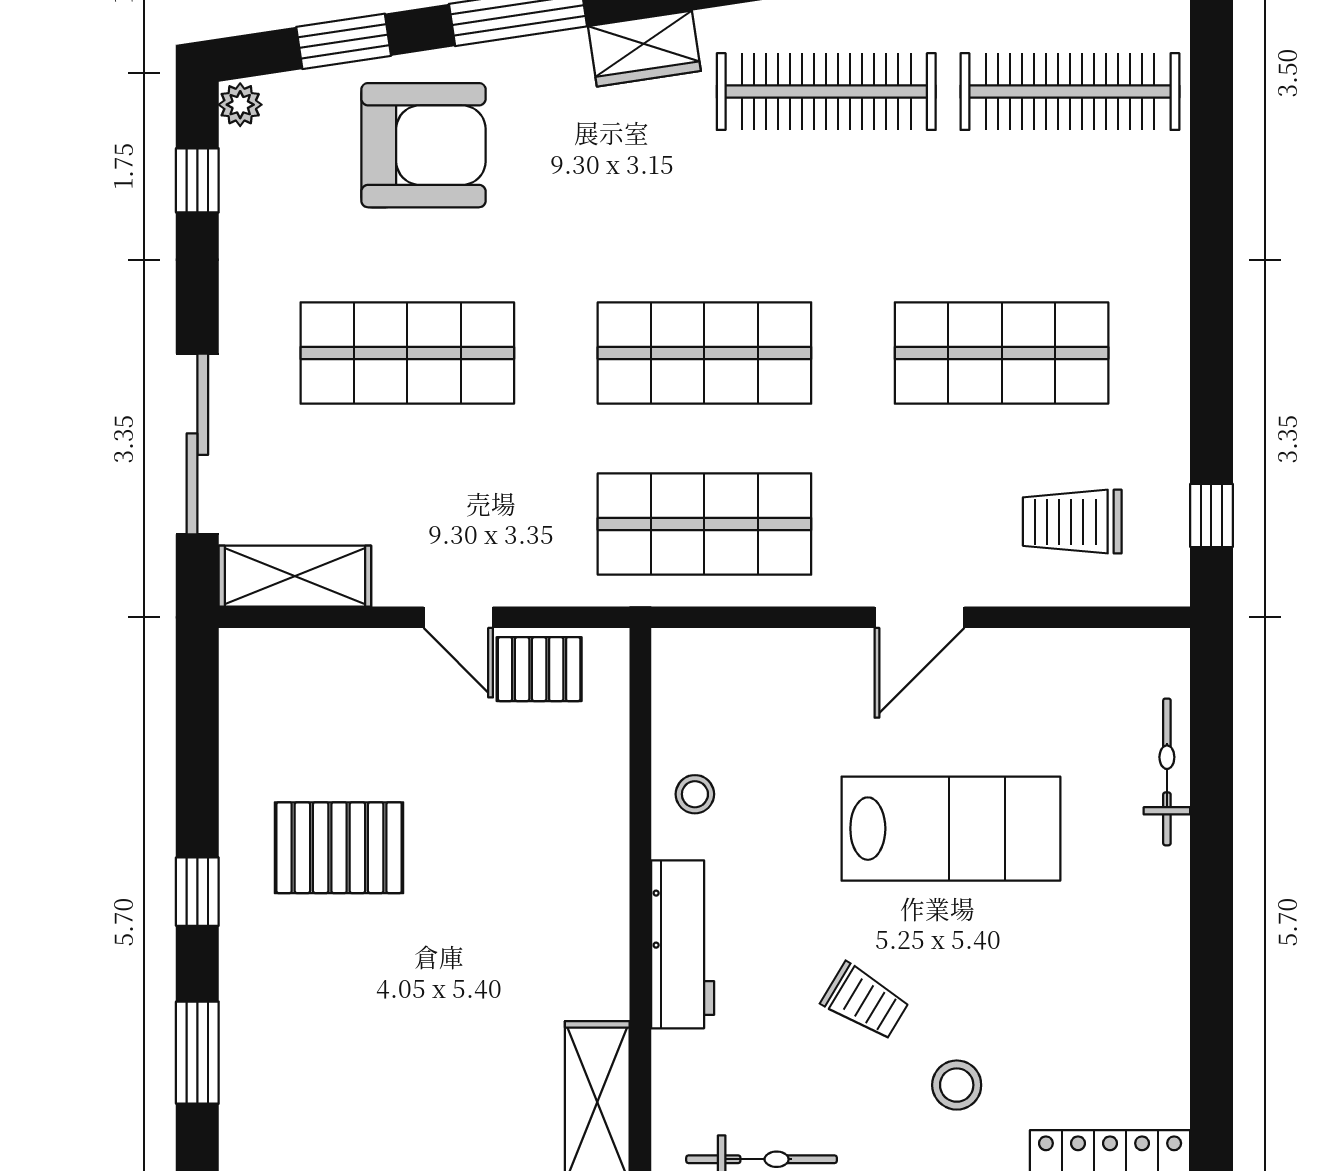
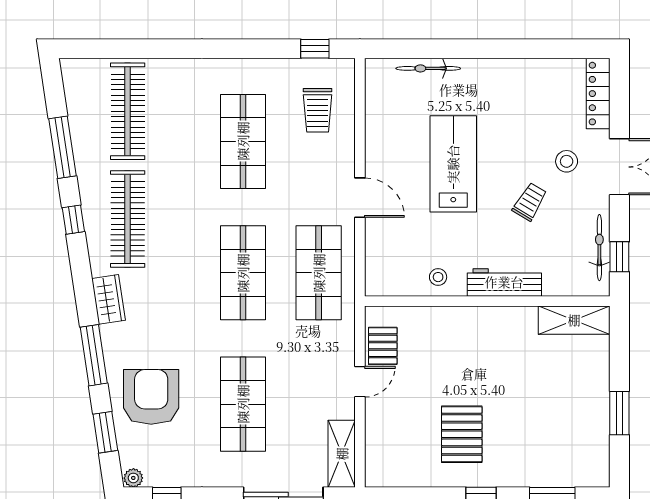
door: (919, 617) -> (360, 198), moved

